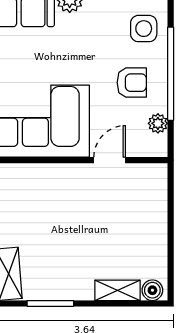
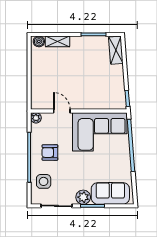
plant: (158, 123) -> (36, 118), moved
door: (110, 160) -> (62, 111), swing flipped

